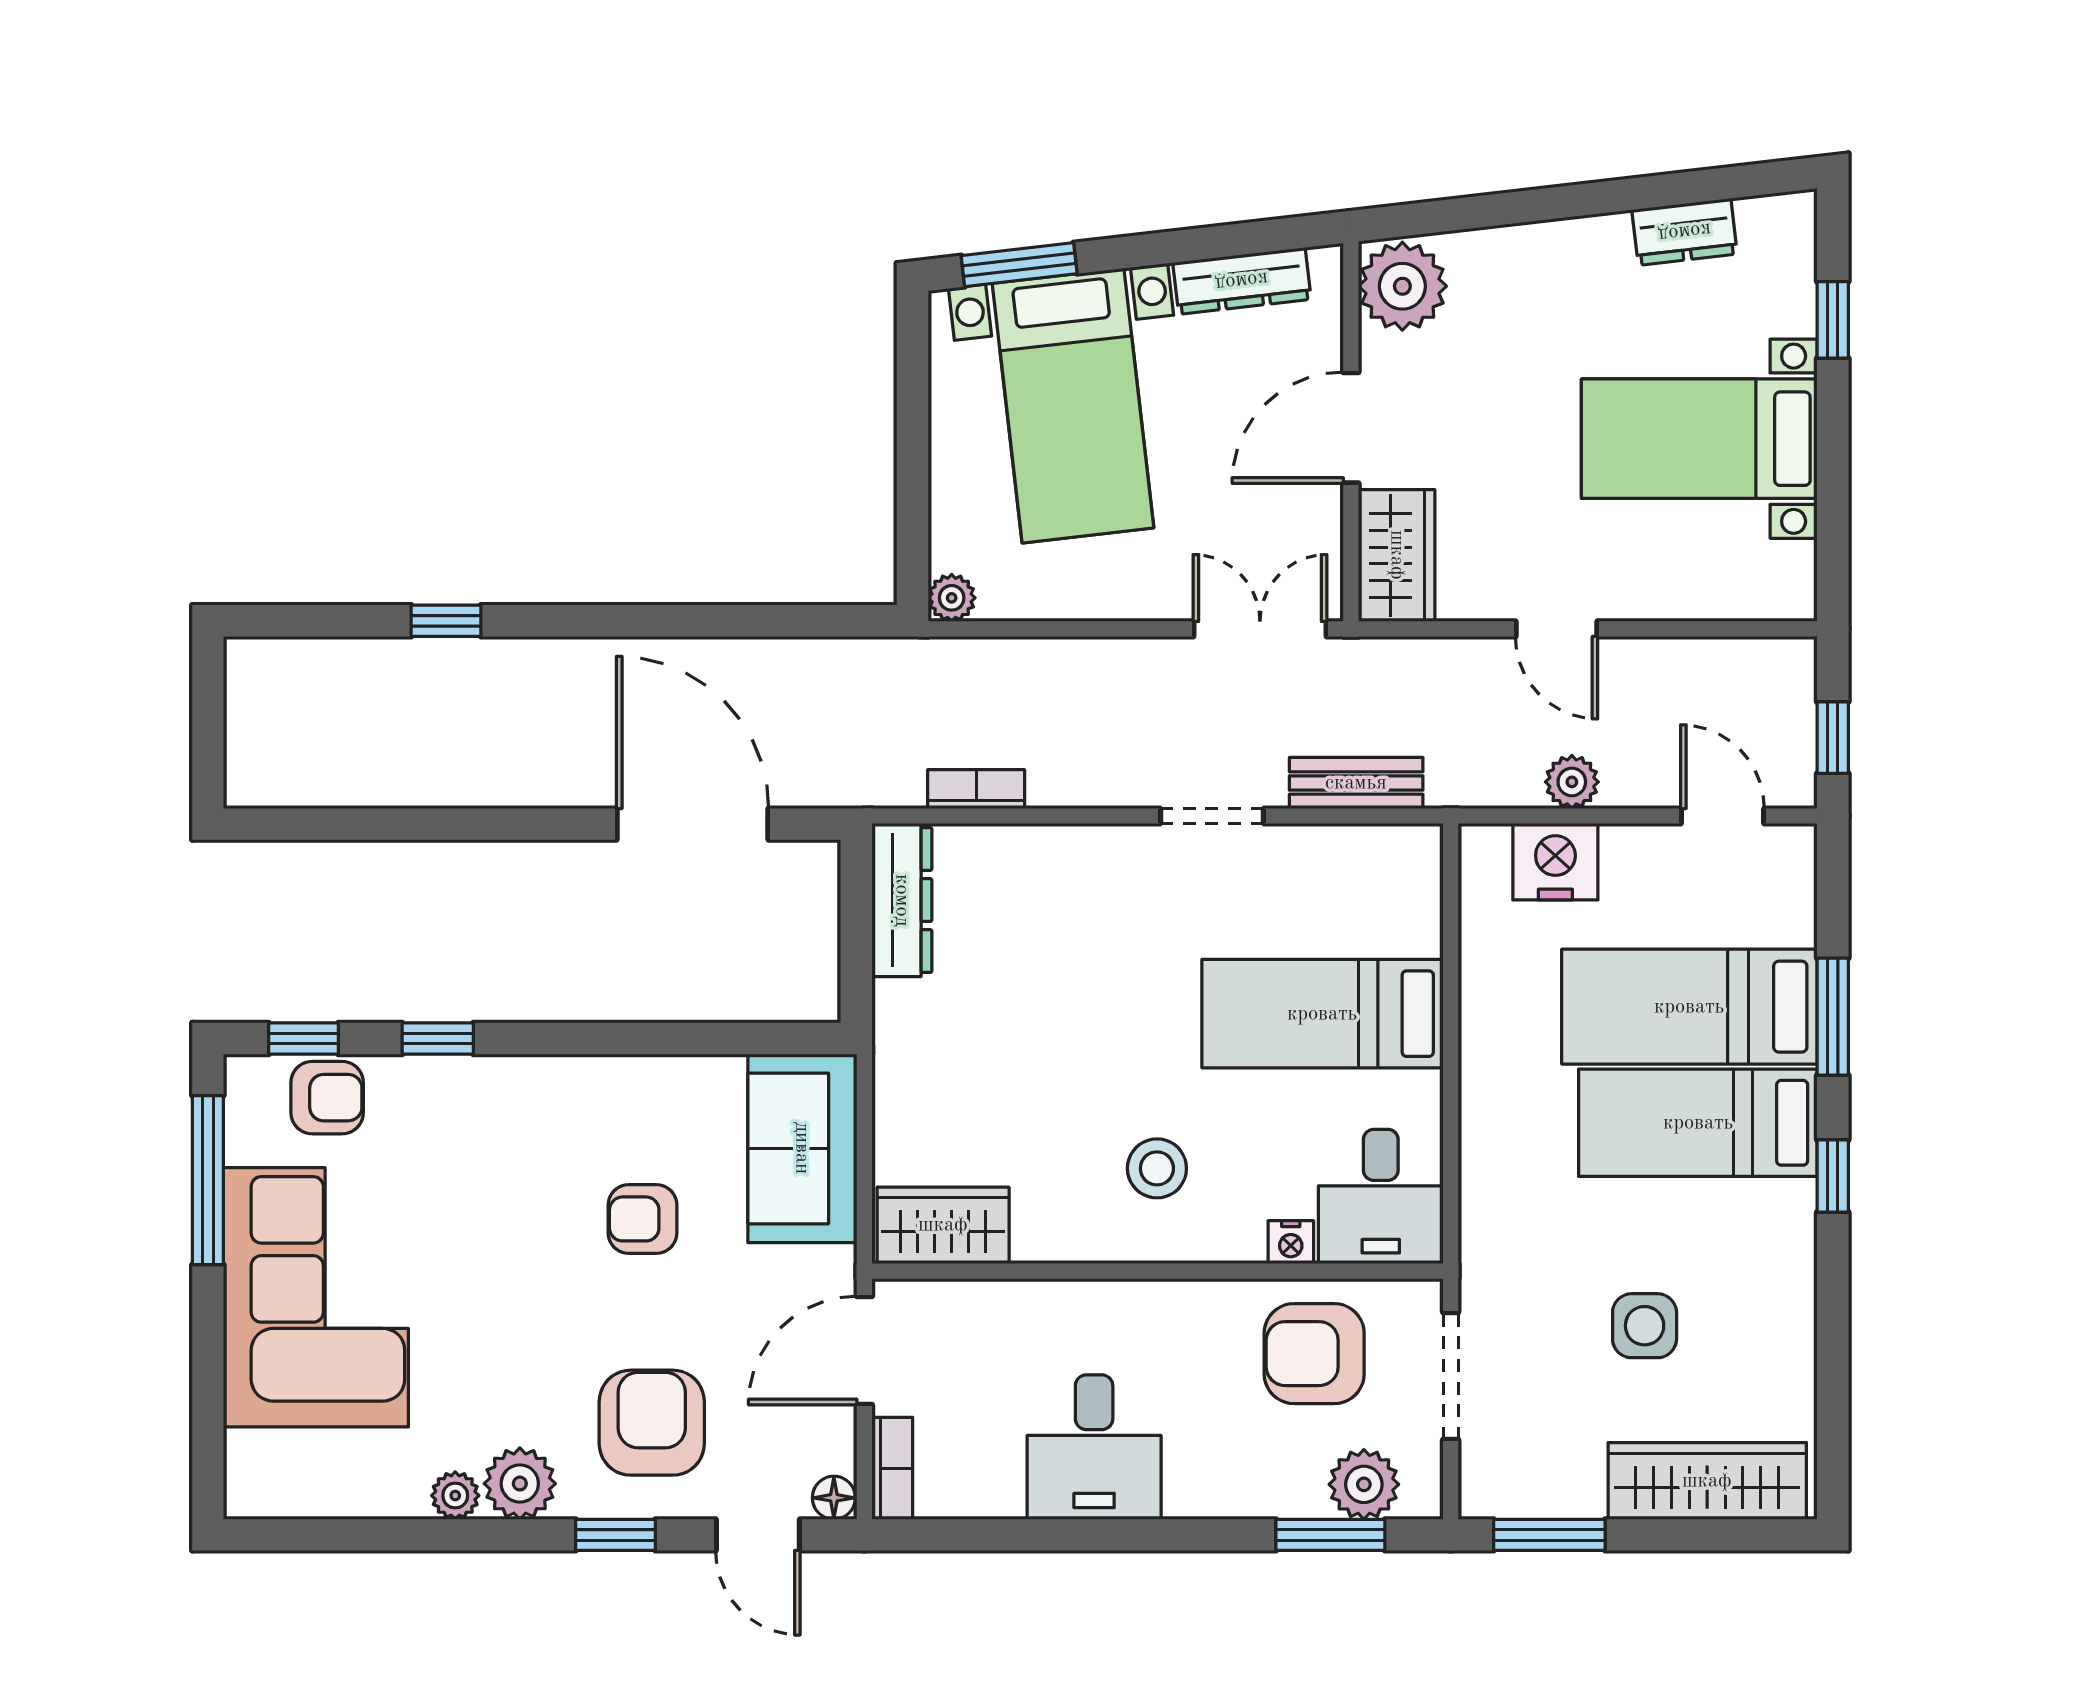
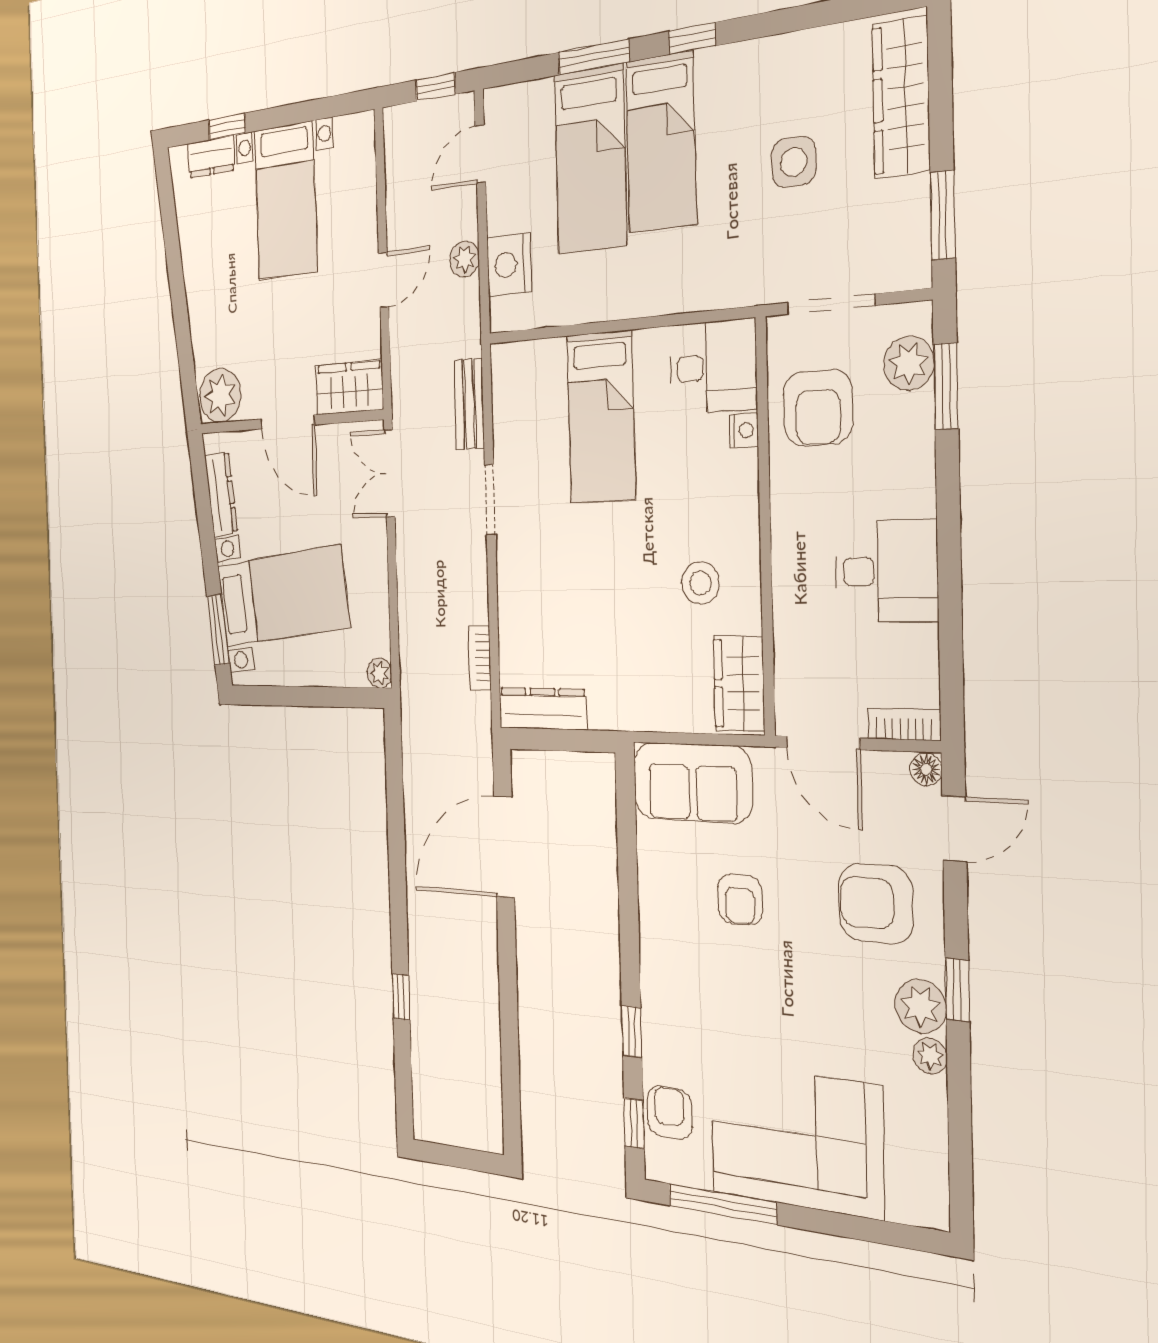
dresser: (1685, 232) -> (211, 157), moved, turned 97
stool: (1157, 1168) -> (700, 583), moved
window: (615, 1535) -> (957, 990), moved

